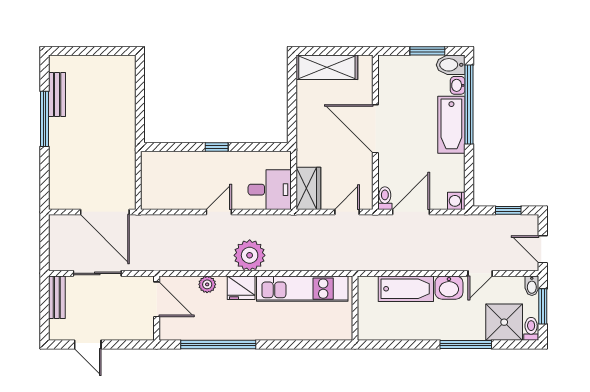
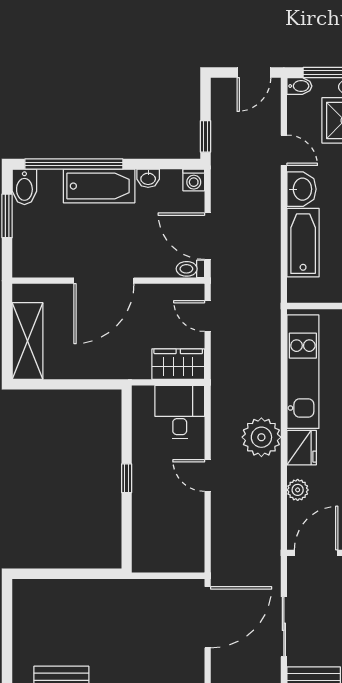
washbasin: (458, 85) -> (148, 178), moved
window: (508, 210) -> (206, 136), moved

